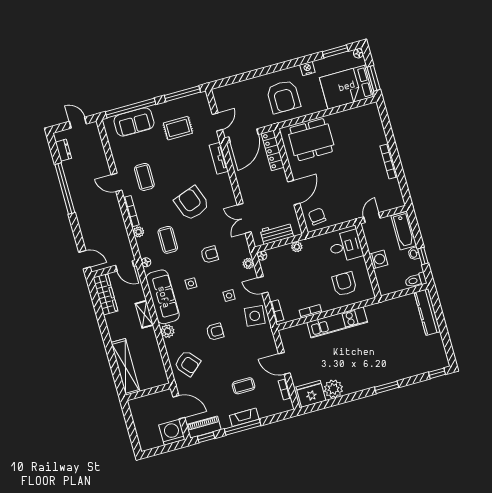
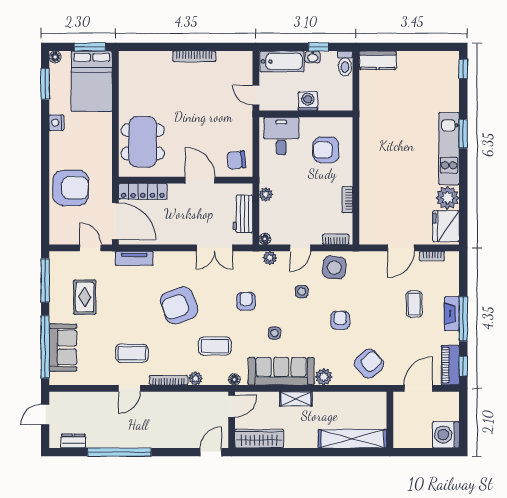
armchair: (283, 97) -> (71, 188), moved
kitchen counter: (427, 312) -> (378, 60), width x0.67
kitchen unit: (337, 322) -> (449, 149), moved, turned 180
washing machine: (172, 432) -> (446, 435), moved

